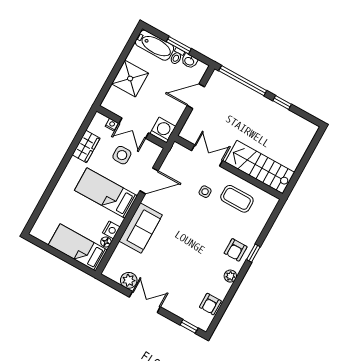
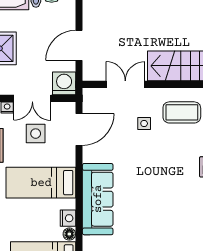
door: (196, 96) -> (79, 45), moved
door: (149, 181) -> (79, 129), moved
sofa: (141, 228) -> (98, 199), width x1.36

